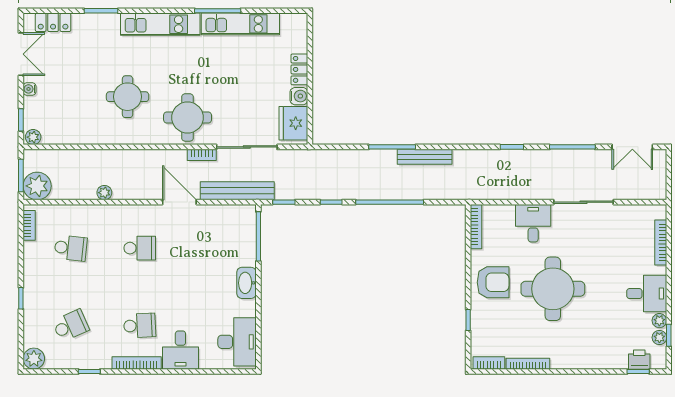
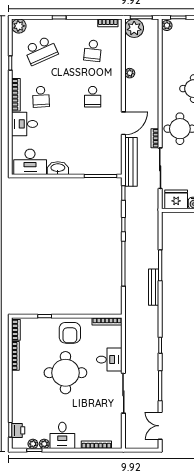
washbasin: (246, 283) -> (58, 168), moved
school desk: (71, 326) -> (41, 51), width x1.85

